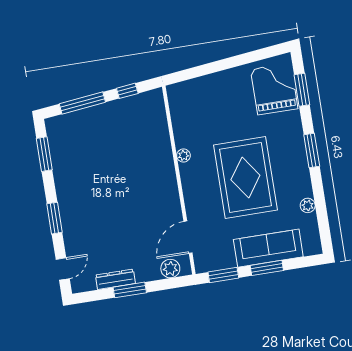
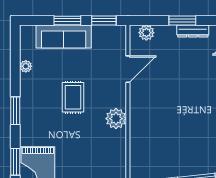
plant: (183, 156) -> (116, 119), width x1.88, depth x1.88
rug: (245, 178) -> (73, 97), width x0.54, depth x0.49
door: (188, 237) -> (128, 69), moved

